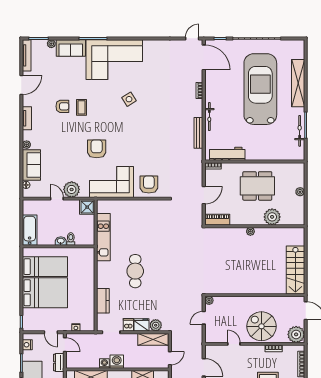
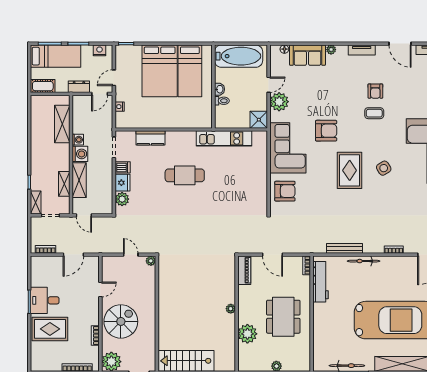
rug: (131, 129) -> (350, 170), added
bathtub: (30, 230) -> (239, 56), width x1.36, depth x1.36
shelving: (153, 339) -> (79, 180), moved

